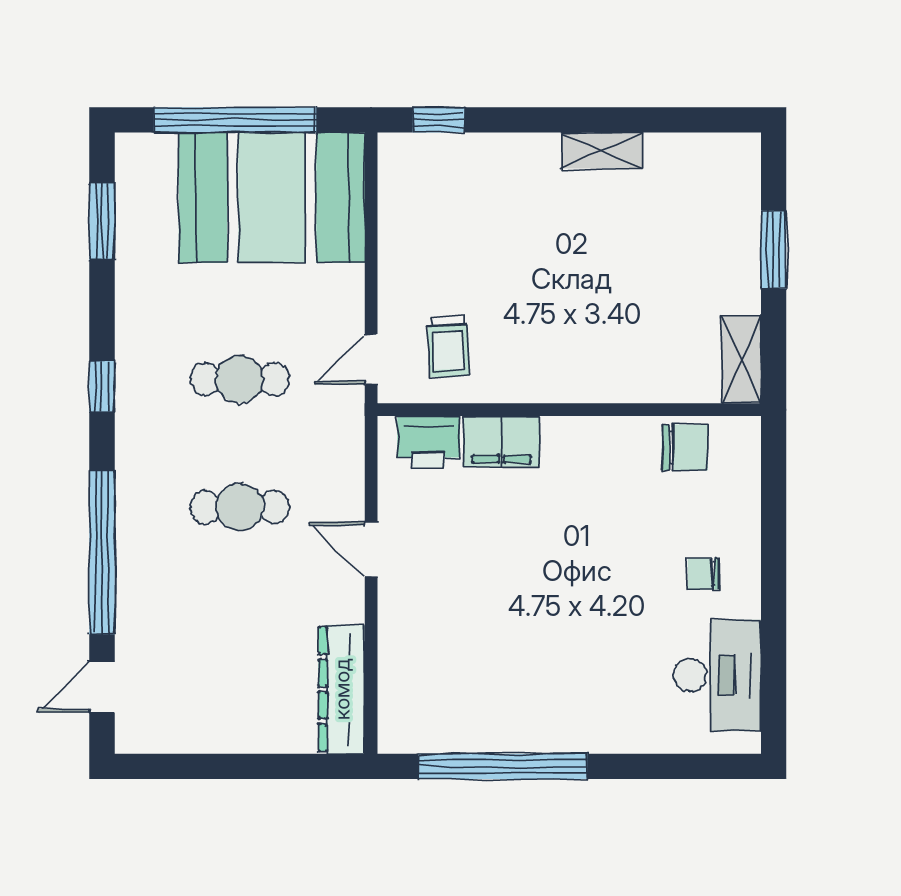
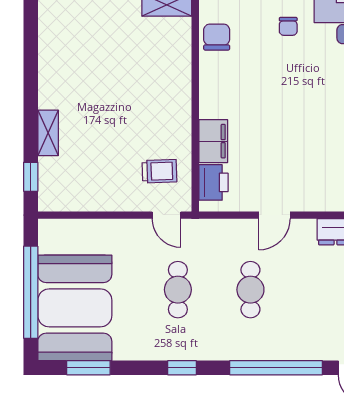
shelving: (602, 150) -> (48, 133), moved
booth: (272, 198) -> (75, 308), moved

